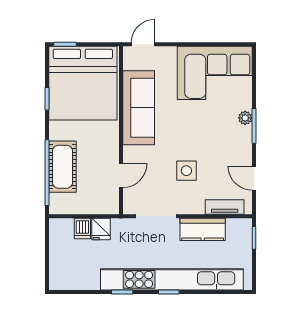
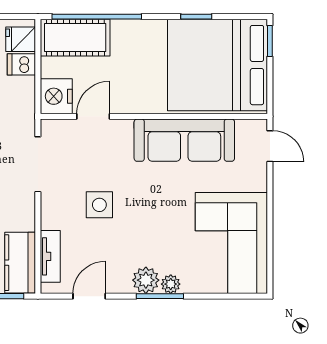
plant: (242, 136) -> (146, 280), added
cot: (63, 167) -> (75, 38), moved
door: (121, 175) -> (93, 116), swing flipped
nightstand: (106, 203) -> (56, 96), added
fridge: (101, 229) -> (21, 39), moved
kitchen counter: (203, 229) -> (20, 263), moved

